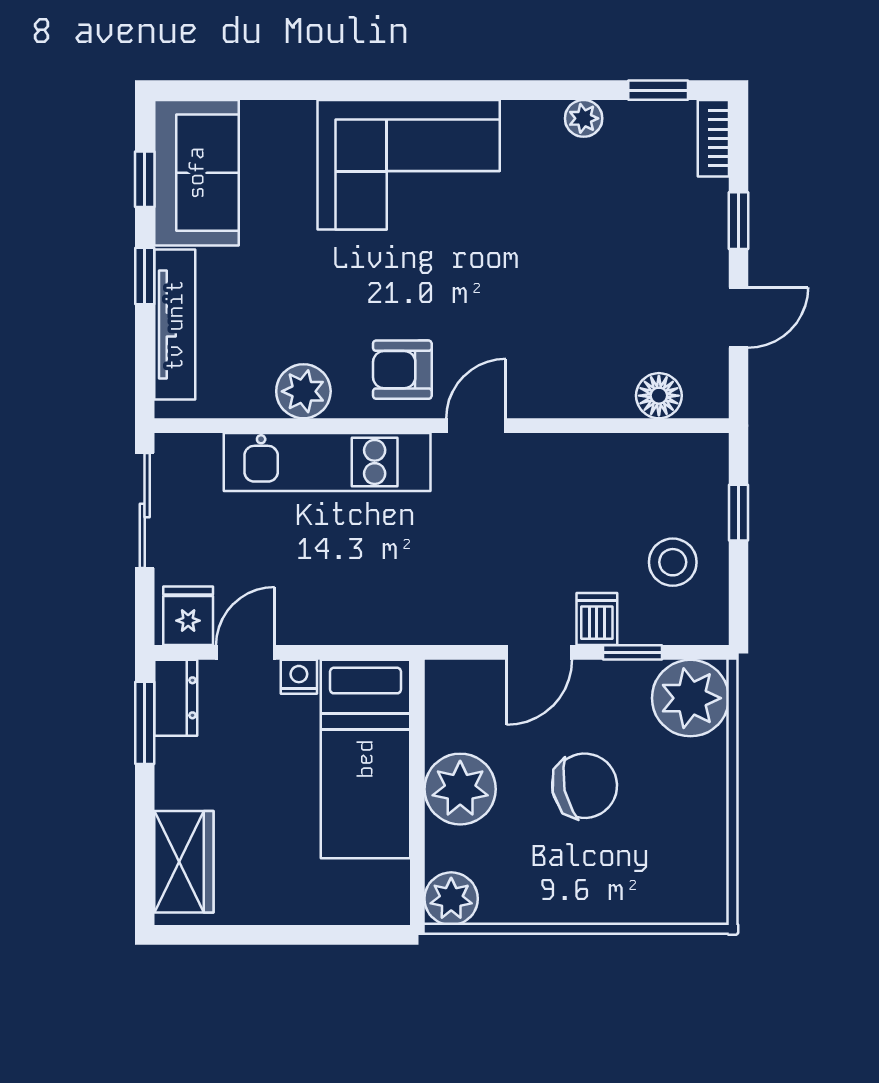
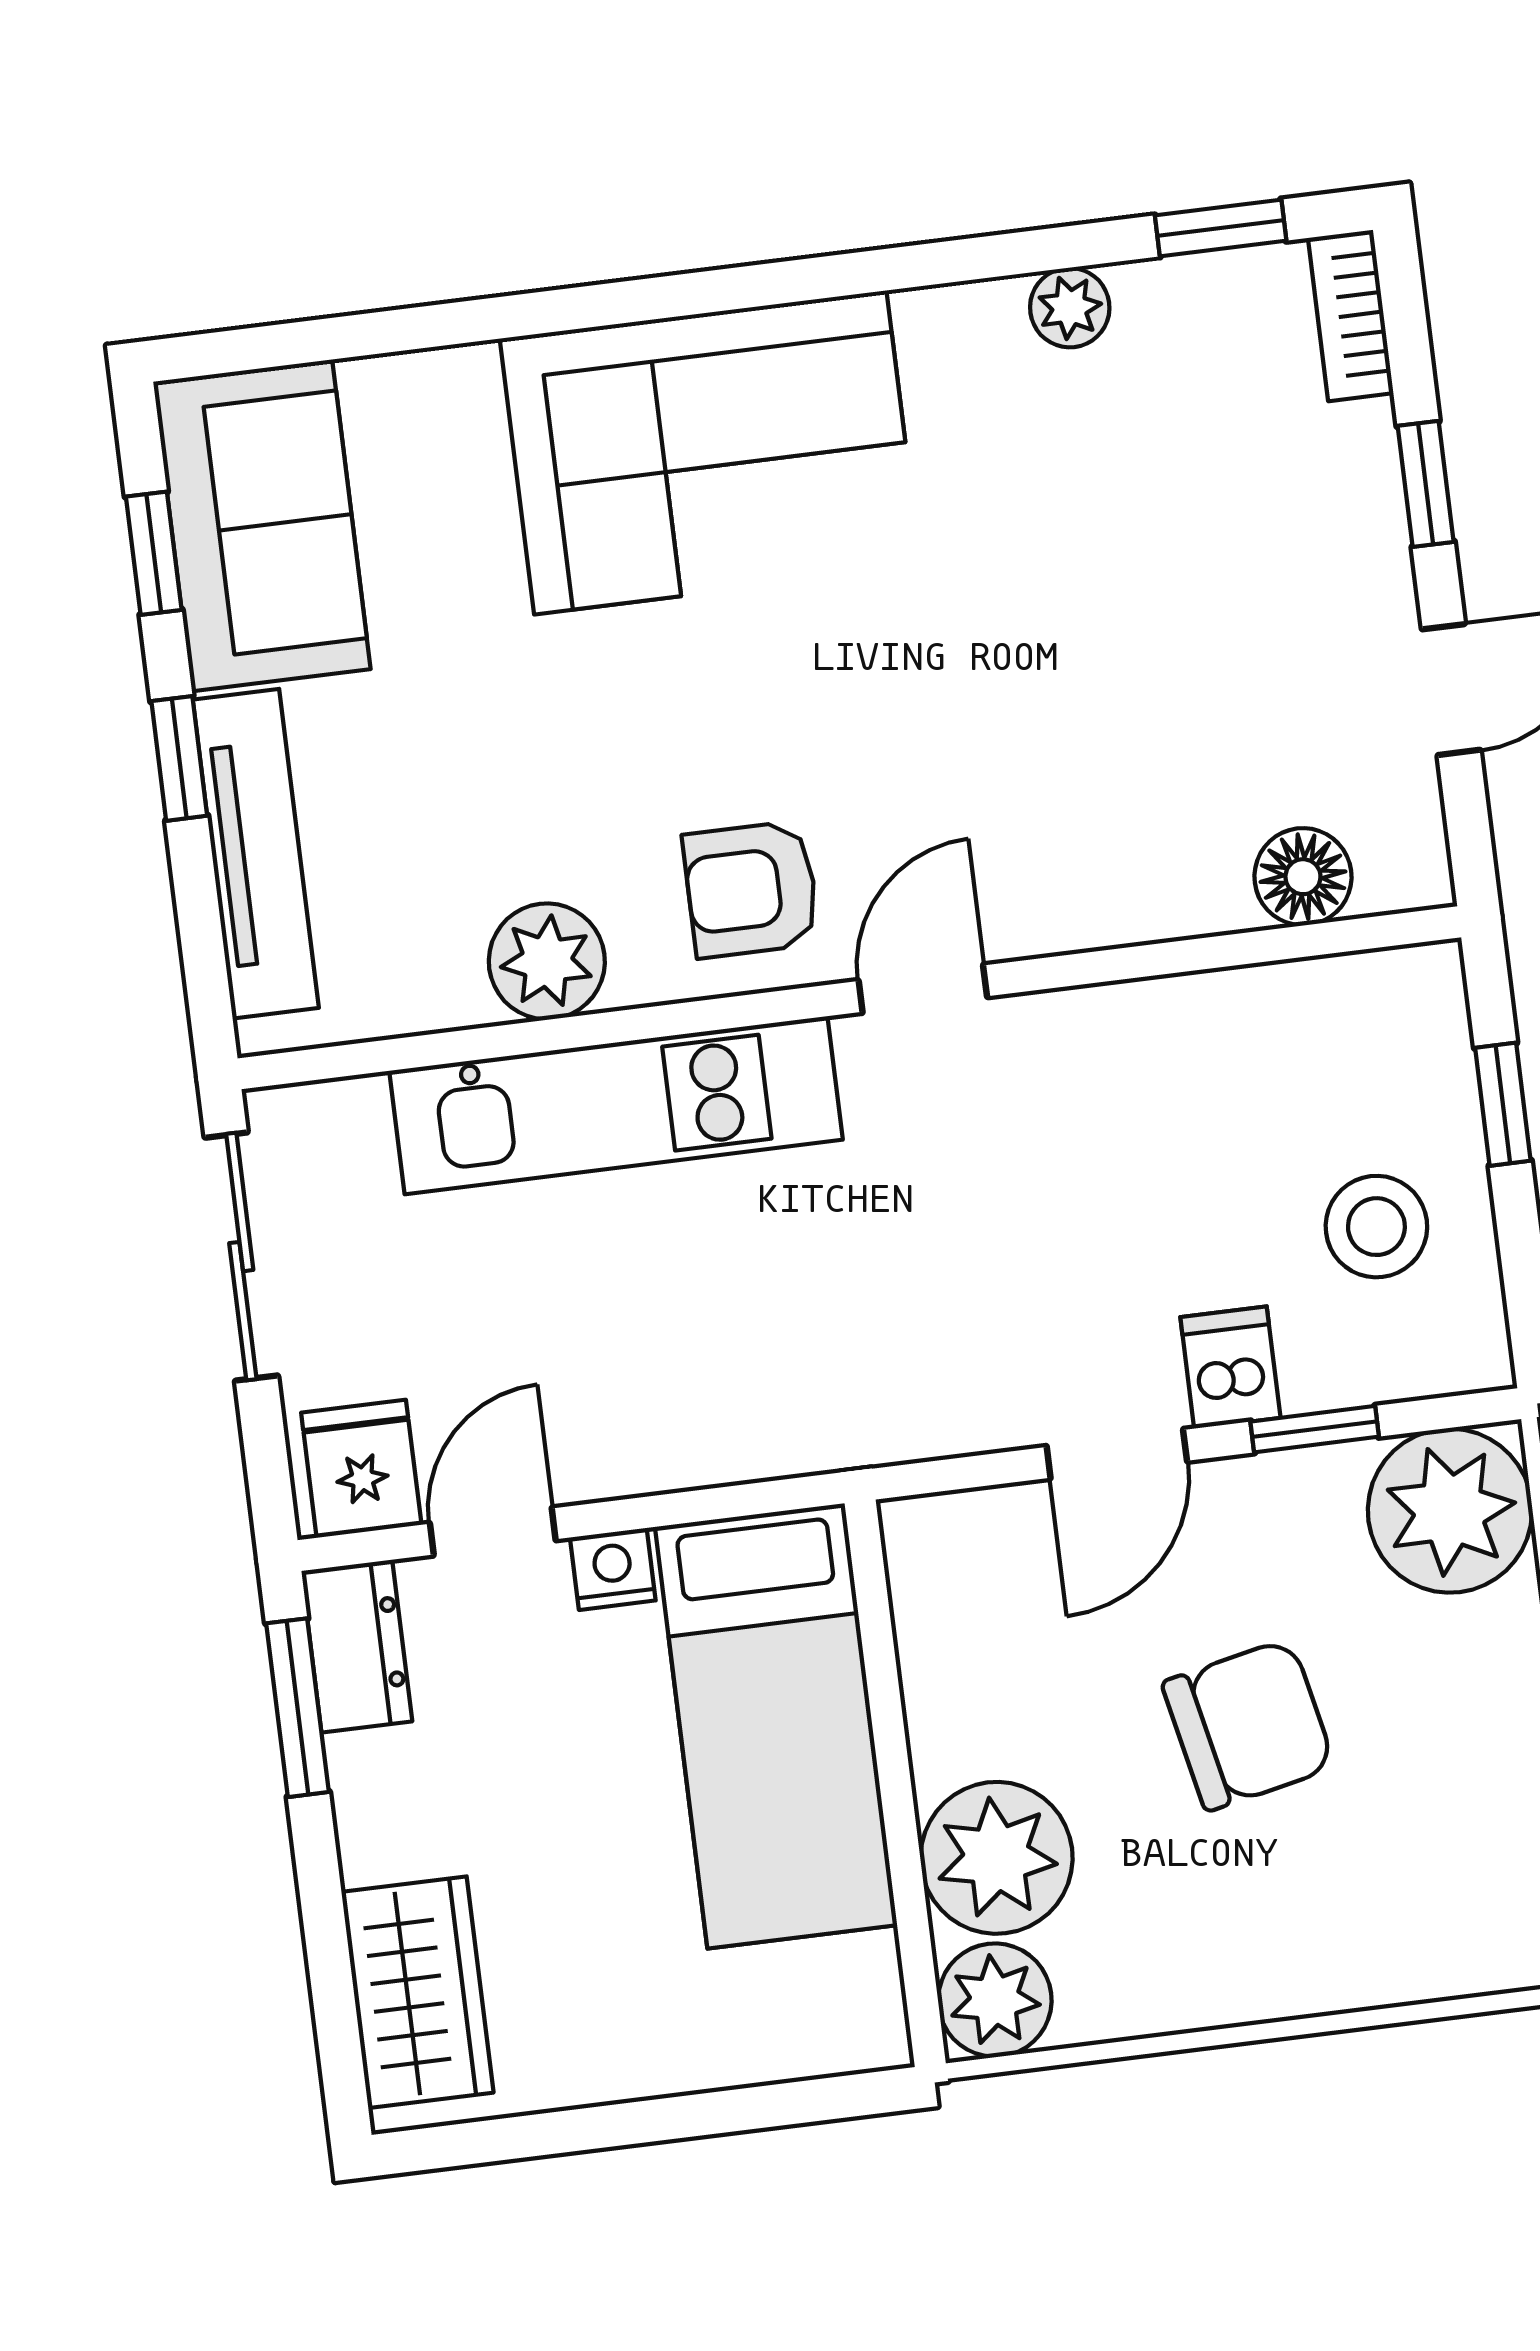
plant: (460, 789) -> (997, 1858), moved

